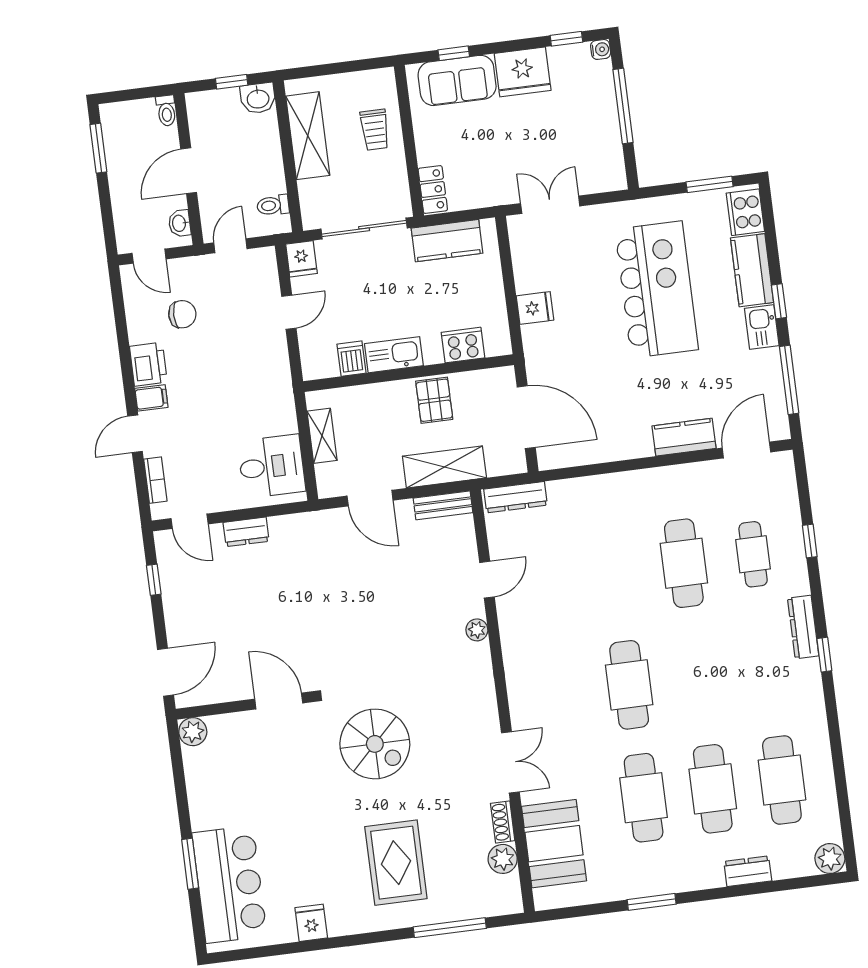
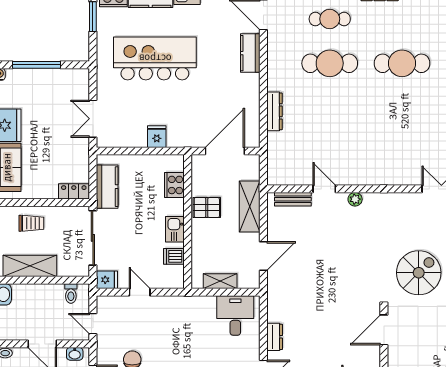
kitchen sink: (394, 355) -> (175, 229), width x0.73
dresser: (516, 497) -> (274, 111), moved
bench: (443, 505) -> (293, 199), moved, turned 90
cafe table: (629, 685) -> (402, 63), moved

